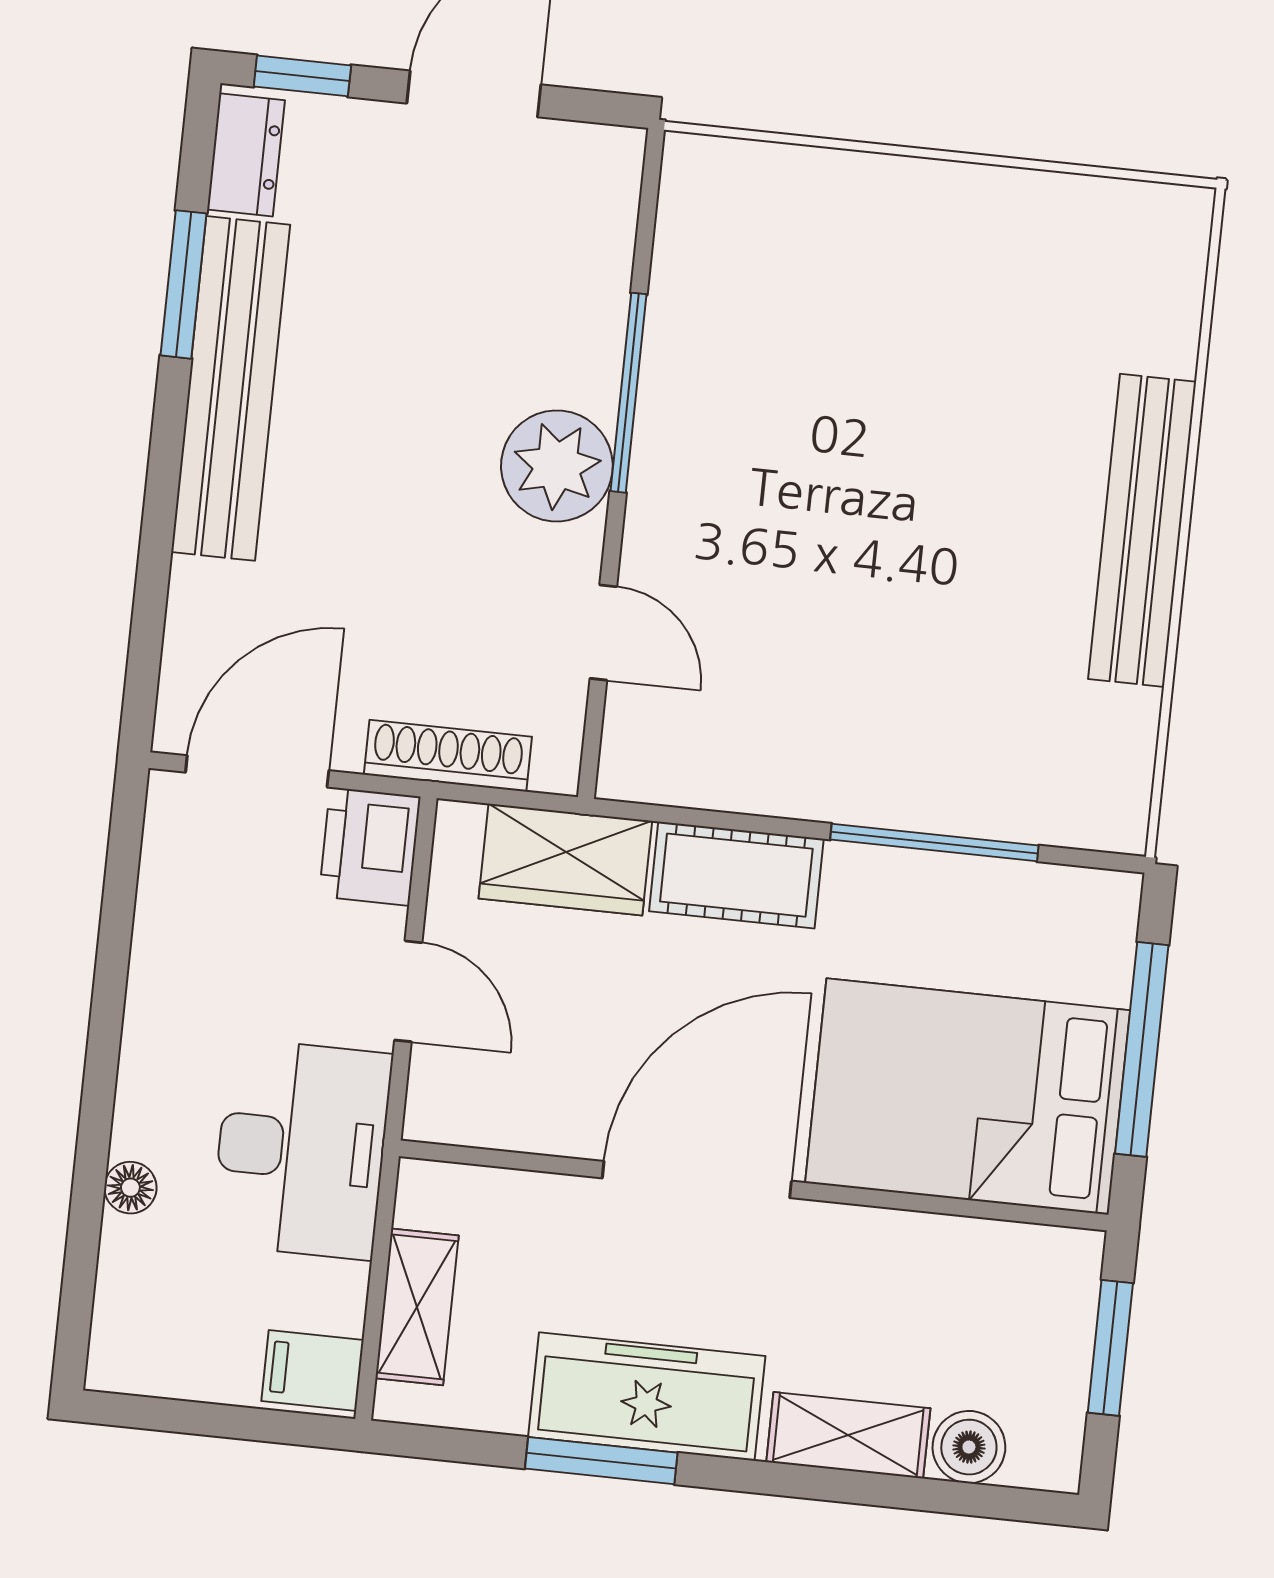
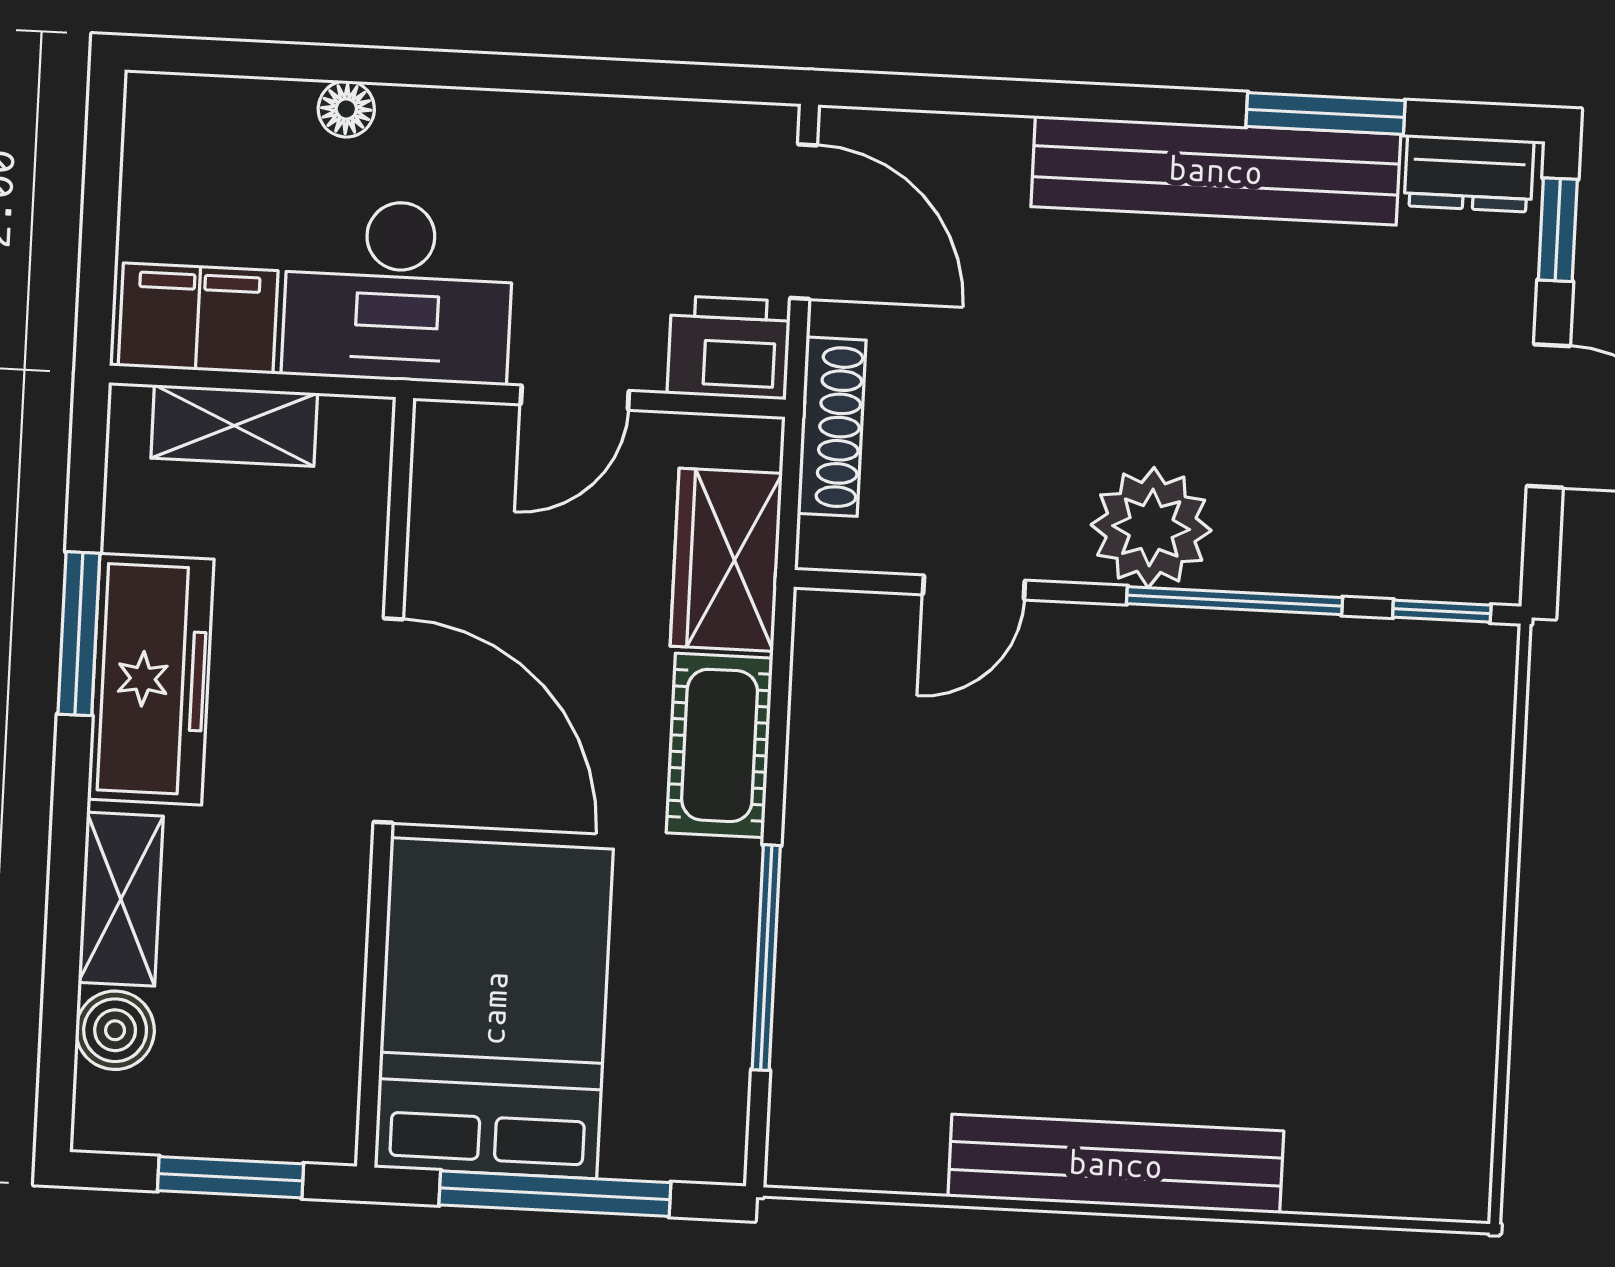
window: (649, 202) -> (1442, 611), added
filing cabinet: (313, 1370) -> (198, 318), width x2.00

